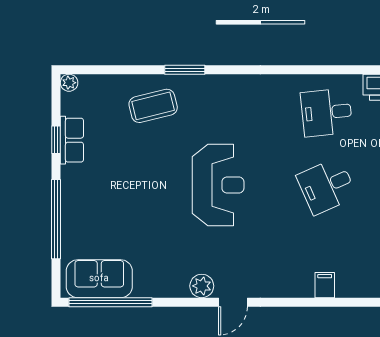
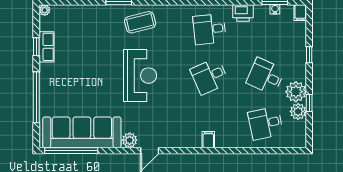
coffee table: (153, 106) -> (140, 22), moved
sofa: (99, 279) -> (82, 132), width x1.85, depth x1.27

